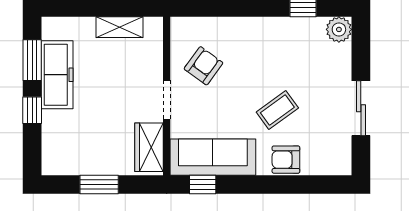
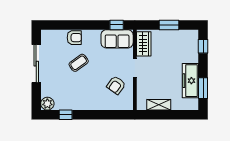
sliding door: (361, 108) -> (36, 64), width x1.37
window: (32, 110) -> (203, 46), moved
sofa: (213, 157) -> (117, 39), width x0.73

